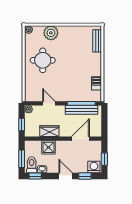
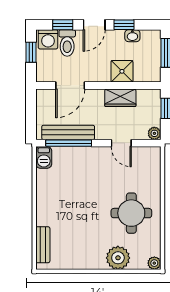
barbecue: (96, 83) -> (44, 157), moved
toilet: (32, 165) -> (67, 43), moved
window: (35, 176) -> (124, 25), moved
door: (66, 176) -> (94, 25), hinge flipped

